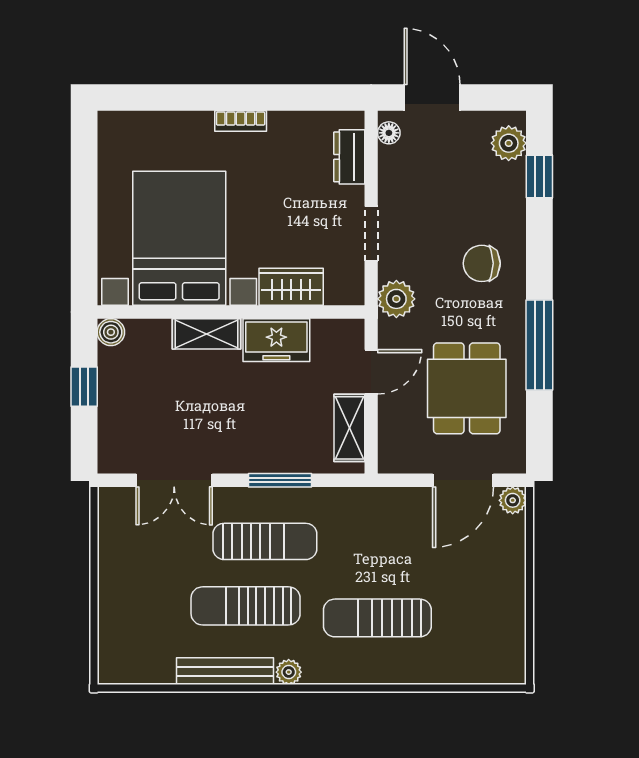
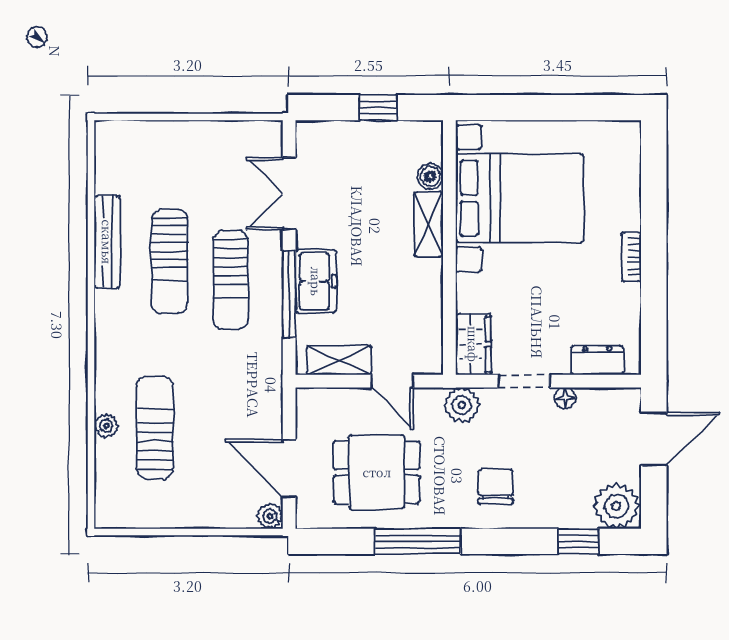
floor lamp: (389, 133) -> (565, 398), moved
plant: (509, 143) -> (616, 506), width x1.36, depth x1.36
wardrobe: (291, 287) -> (473, 344), moved
boiler: (111, 332) -> (430, 176), moved
freezer: (276, 340) -> (316, 281), moved, turned 180
window: (280, 480) -> (289, 294), width x1.44
sun lounger: (246, 606) -> (169, 261), turned 180
sun lounger: (377, 618) -> (155, 428), moved
plant: (289, 672) -> (106, 426), moved

